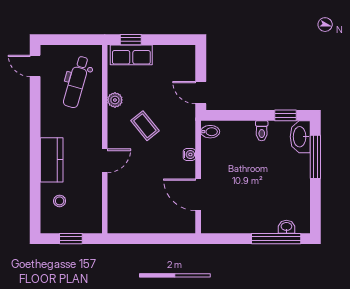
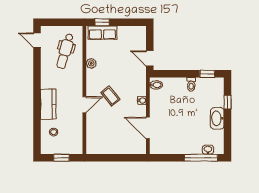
coffee table: (145, 126) -> (110, 96), moved
washbasin: (300, 137) -> (217, 118), moved
window: (315, 157) -> (228, 102), width x0.46

